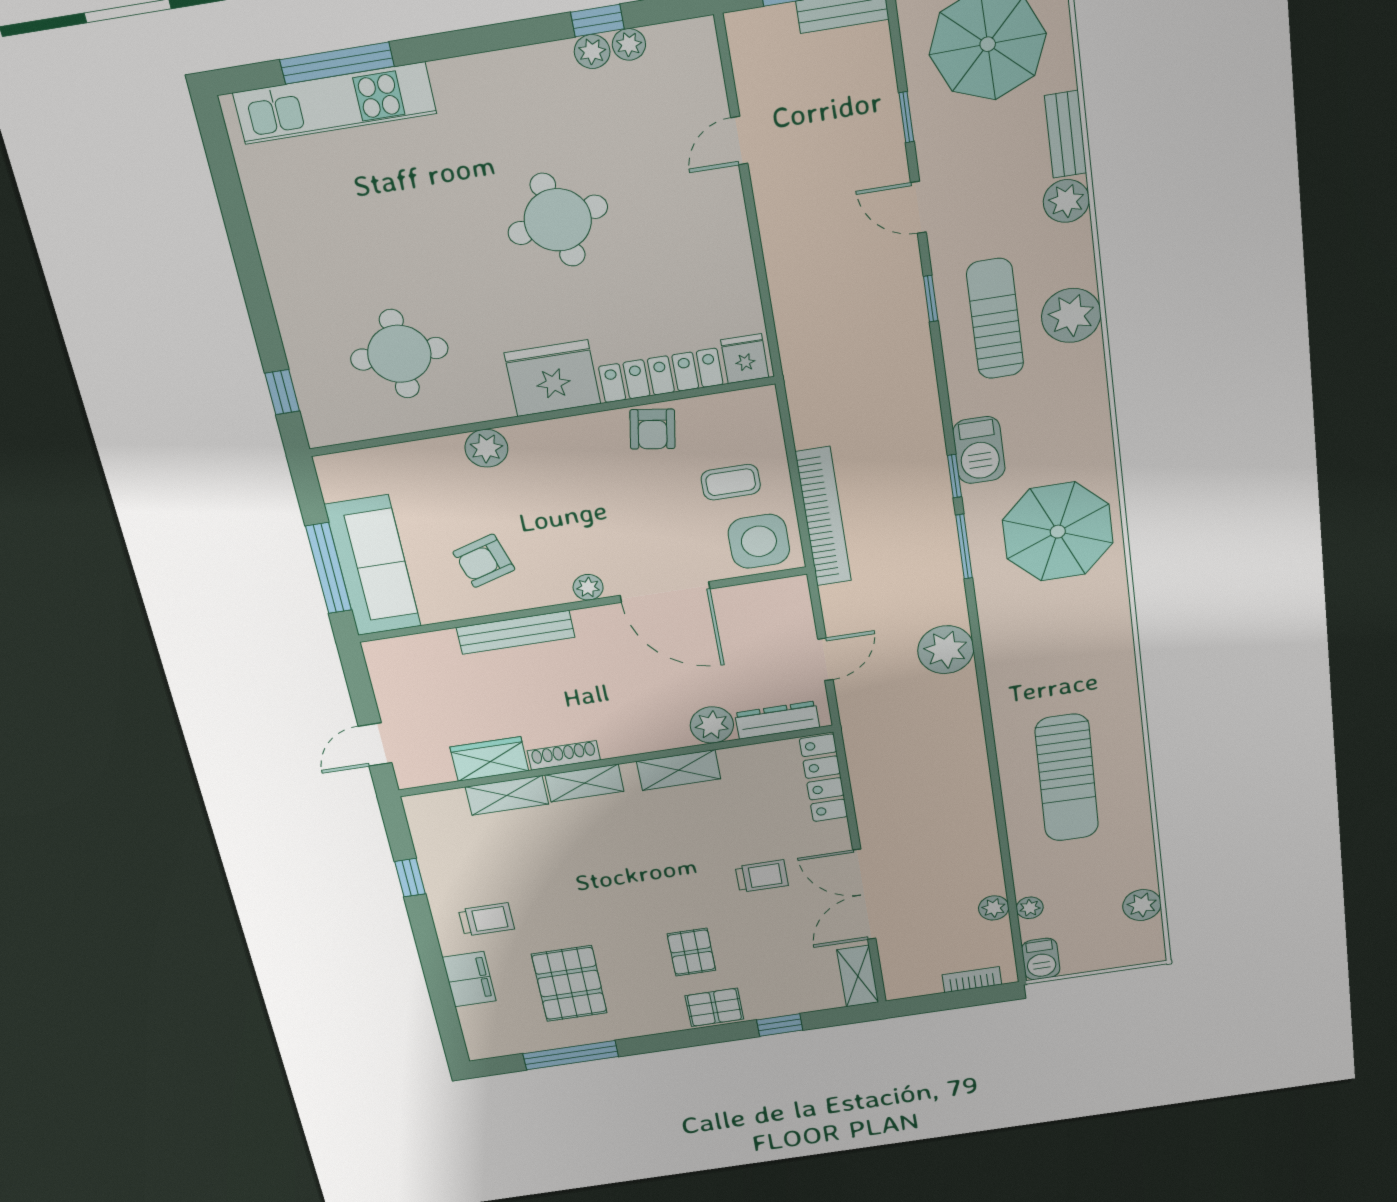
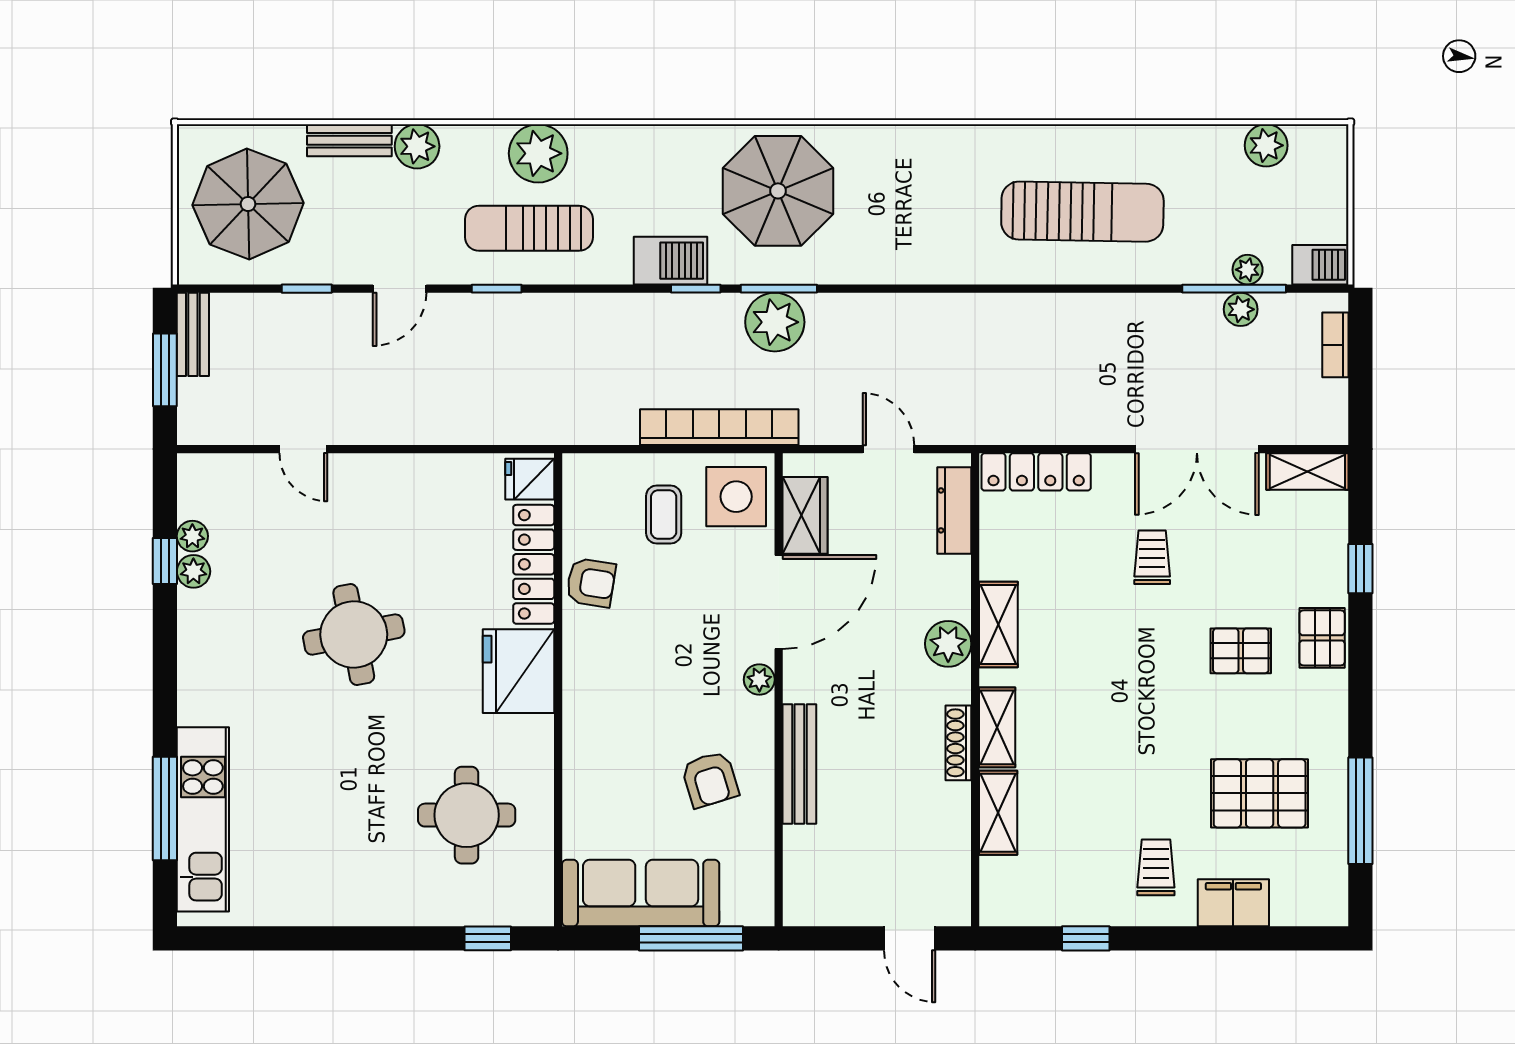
plant: (486, 448) -> (583, 751), removed
sofa: (373, 566) -> (641, 893), moved
plant: (946, 650) -> (775, 322), moved
plant: (712, 725) -> (948, 644), moved
wardrobe: (489, 759) -> (805, 515), moved, turned 180
window: (1012, 901) -> (1234, 289), added

